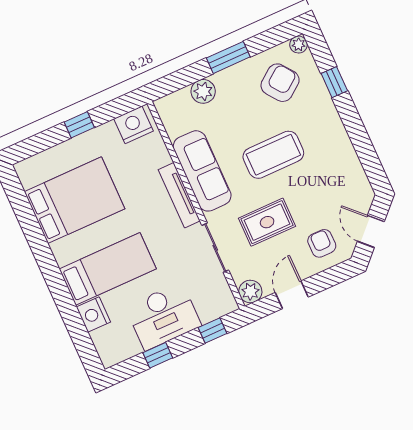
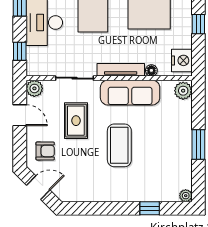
armchair: (280, 83) -> (166, 172), removed
plant: (203, 91) -> (183, 91), moved
floor lamp: (163, 157) -> (151, 70), added

